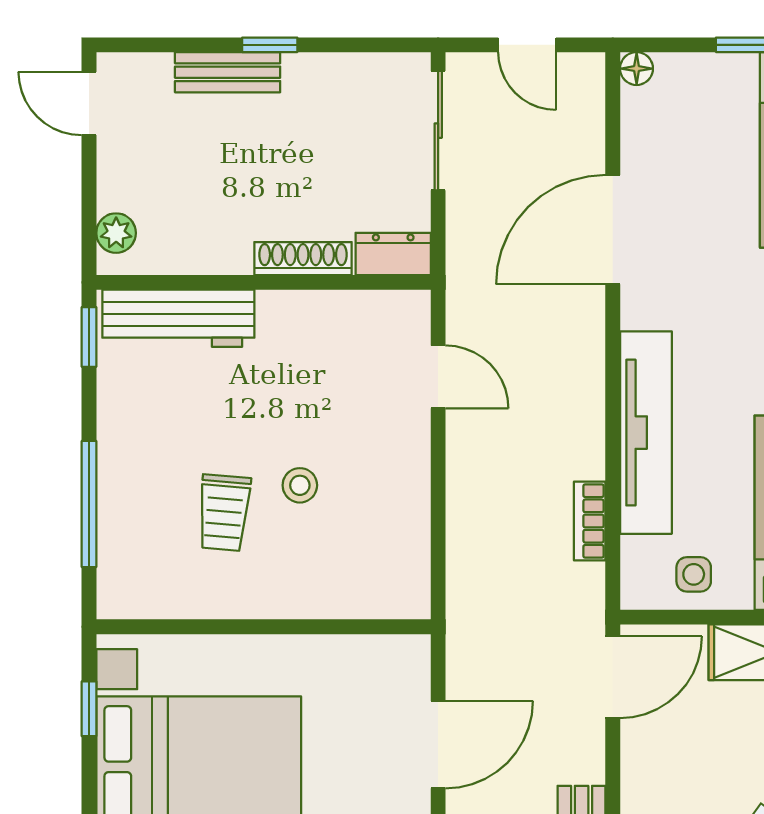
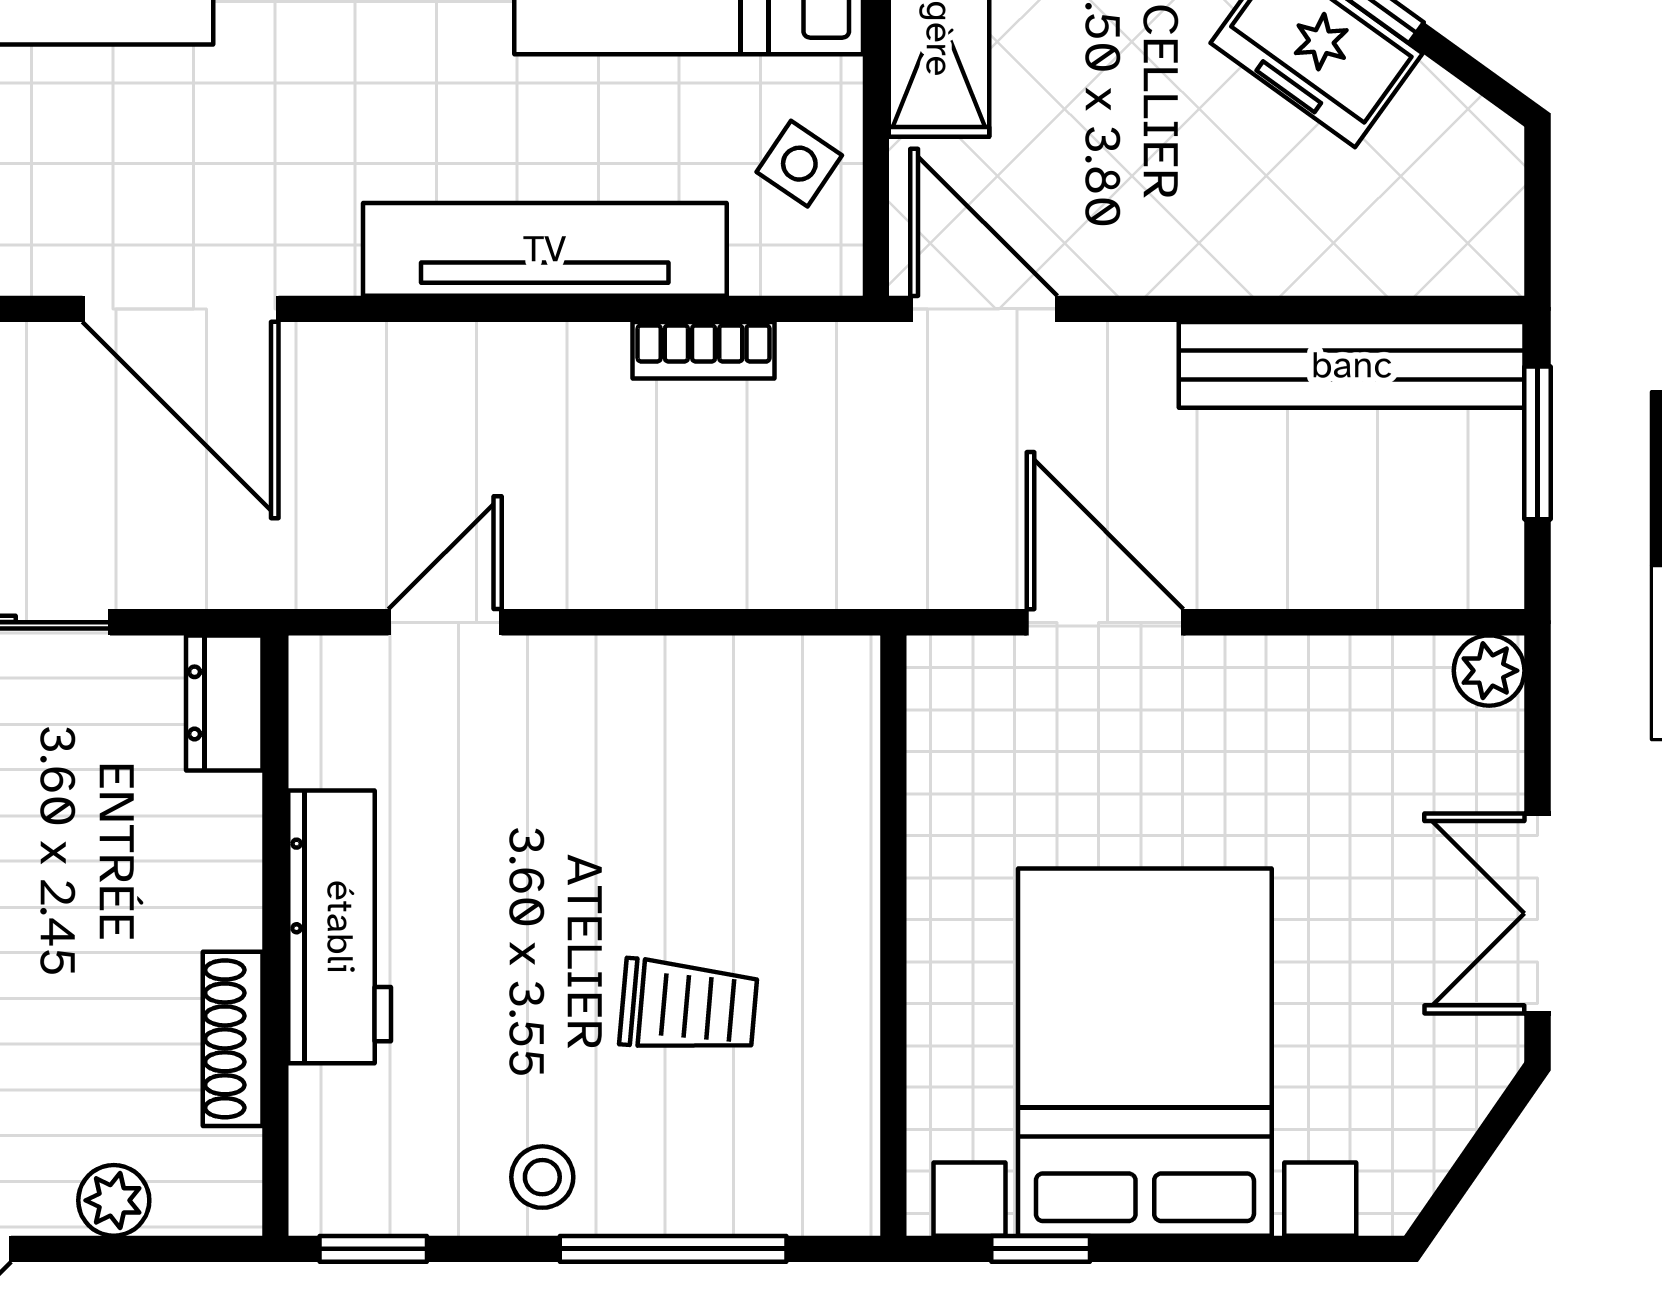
plant: (116, 233) -> (114, 1200), moved
shoe rack: (303, 259) -> (233, 1039), moved
workbench: (178, 318) -> (340, 927), moved
stool: (300, 485) -> (542, 1177), moved
side table: (694, 574) -> (799, 164), turned 34

